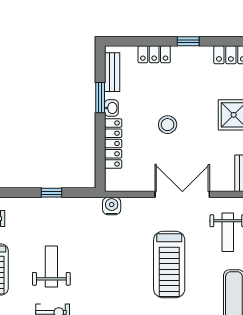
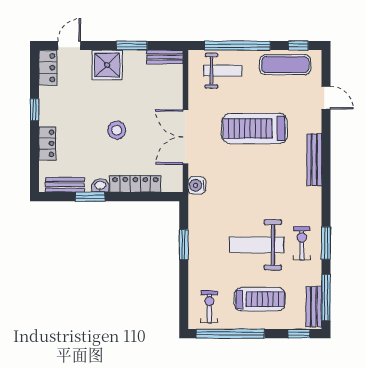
window: (51, 193) -> (184, 245), width x1.50
double door: (182, 194) -> (185, 137), moved
treadmill: (169, 264) -> (255, 129), turned 180
weight bench: (51, 267) -> (257, 245), width x1.36, depth x1.33

